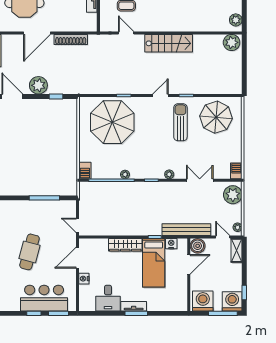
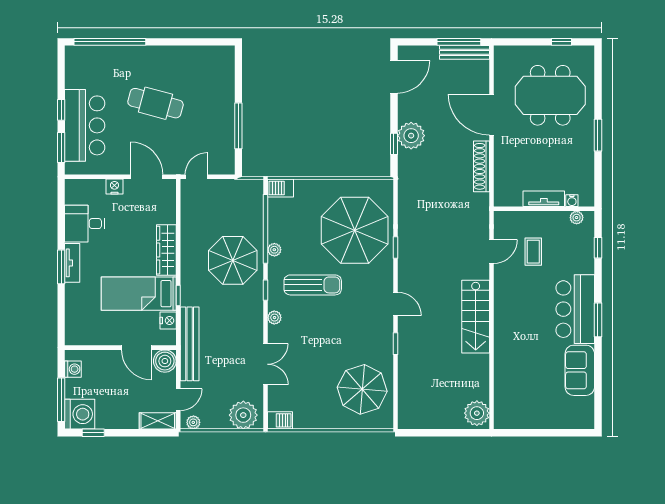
plant: (236, 20) -> (511, 420), removed
plant: (38, 85) -> (411, 136), moved
sun lounger: (180, 122) -> (313, 285), moved
parasol: (132, 202) -> (233, 260), added
washing machine: (203, 301) -> (73, 369), width x0.53, depth x0.53

